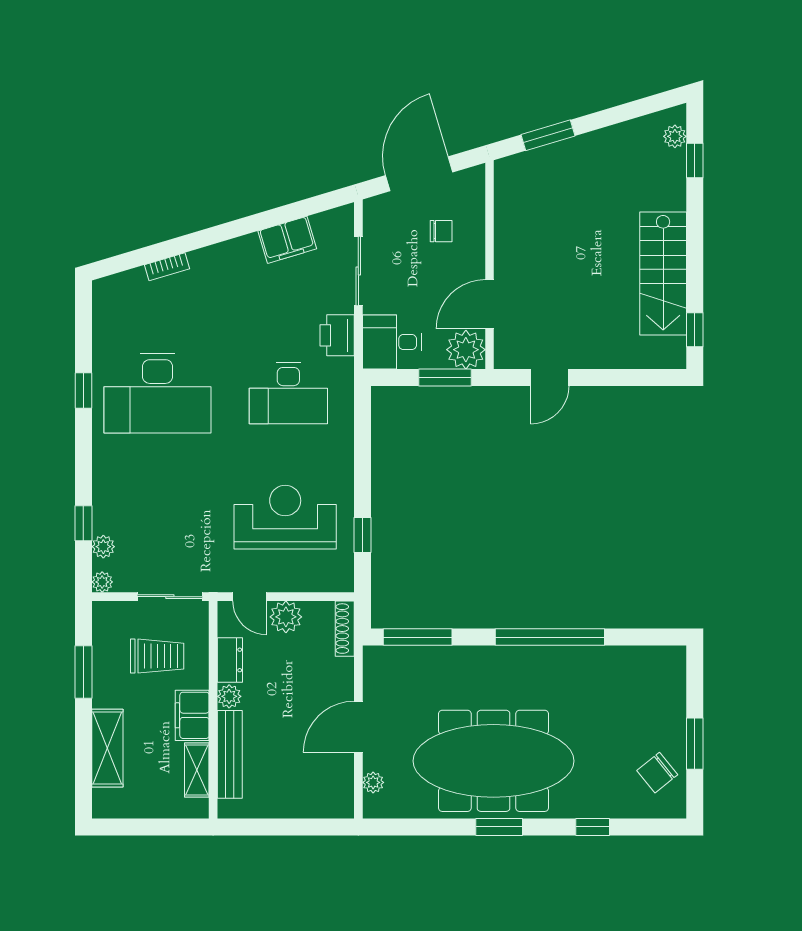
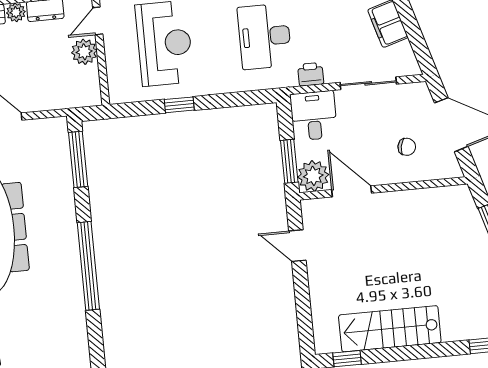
chair: (441, 231) -> (407, 147), turned -79
printer: (337, 335) -> (311, 74), width x0.73, depth x0.81
window: (363, 535) -> (179, 105), moved
shoe rack: (345, 629) -> (79, 100), removed

